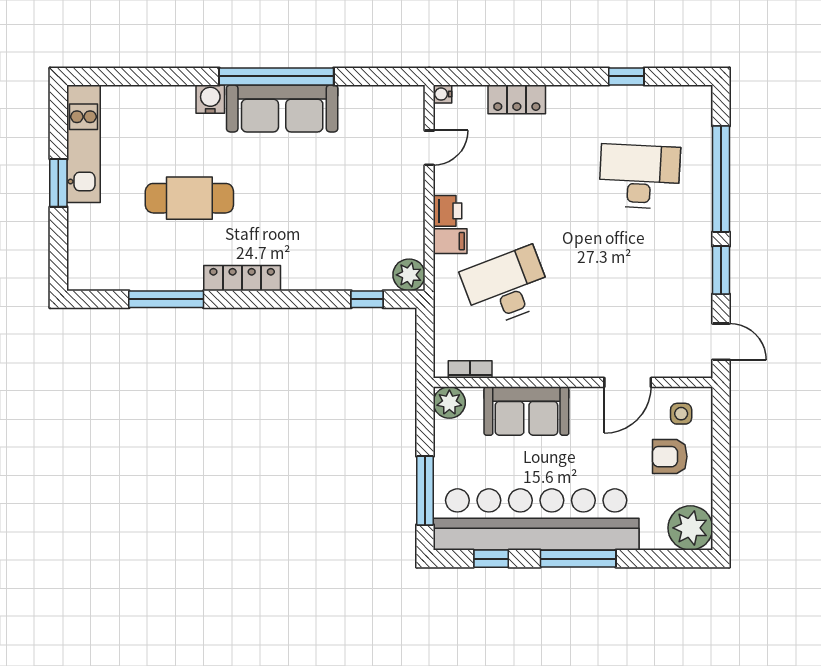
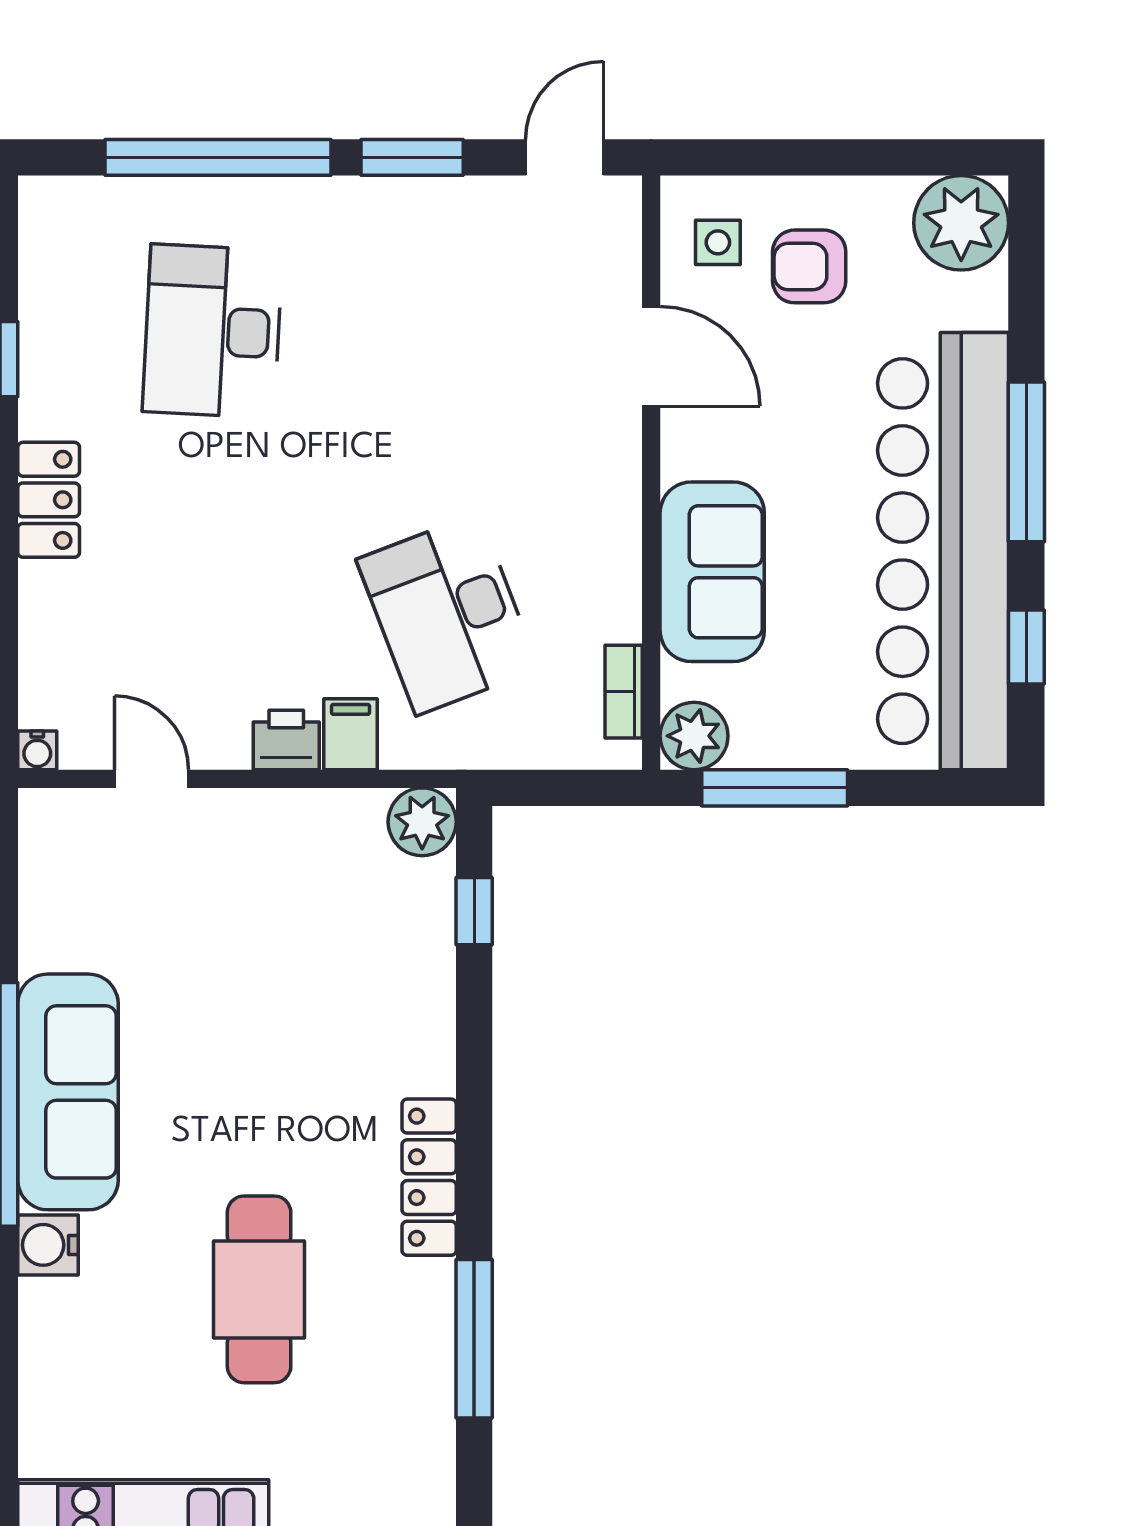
locker: (517, 99) -> (49, 500), moved
armchair: (670, 457) -> (809, 266), turned 90
window: (425, 491) -> (775, 788), moved

